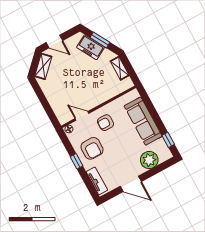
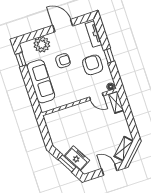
shelving: (120, 68) -> (116, 102), moved
armchair: (105, 123) -> (63, 61), moved

